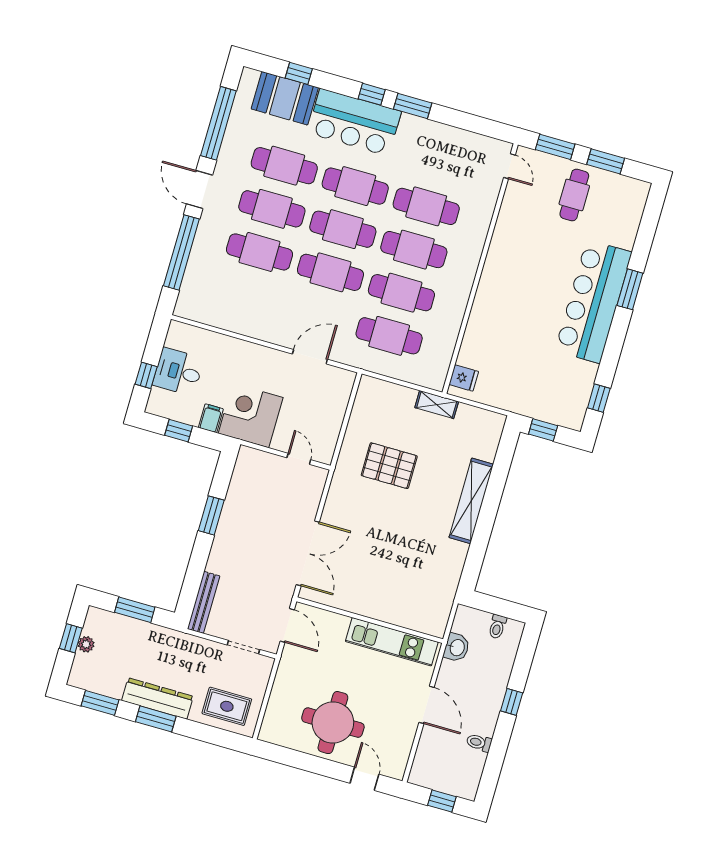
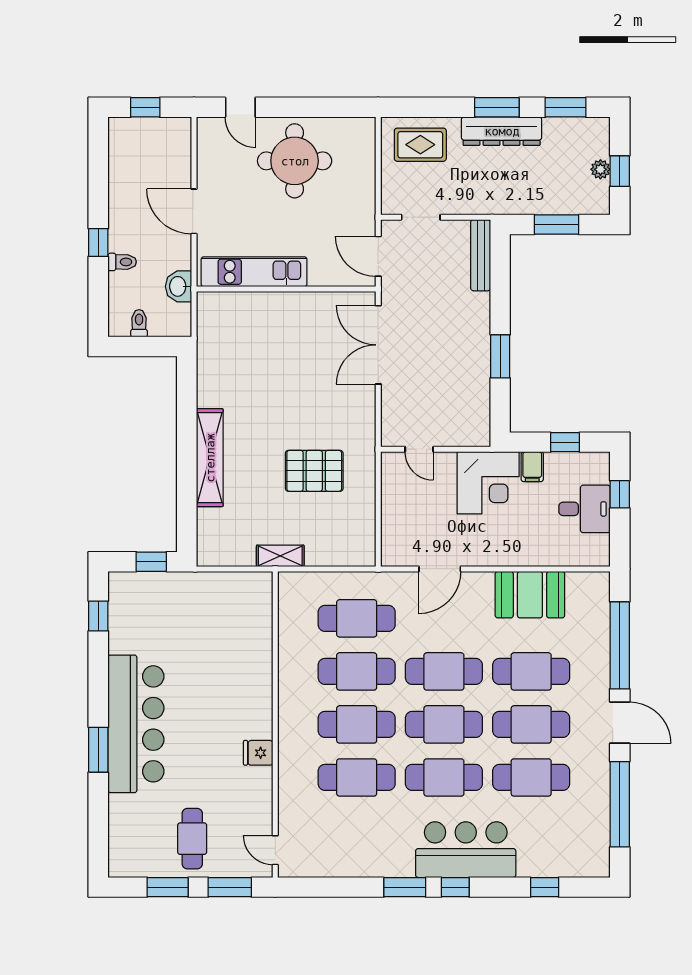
booth: (285, 98) -> (530, 595), moved
fridge: (464, 378) -> (258, 753), moved
toilet: (479, 743) -> (122, 262), moved

